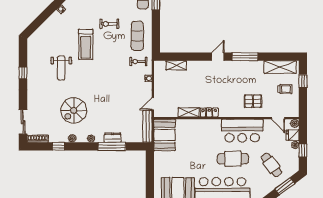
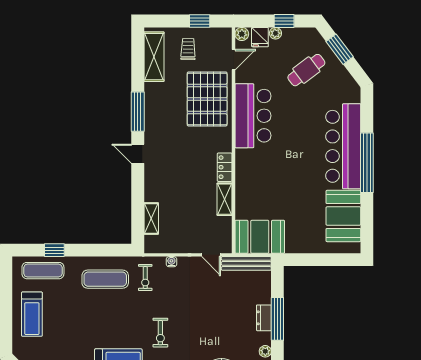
exercise bike: (109, 24) -> (160, 333), moved
window: (303, 81) -> (200, 21), moved
pallet: (253, 101) -> (207, 99), width x2.05, depth x2.00
cafe table: (233, 159) -> (297, 130), removed

